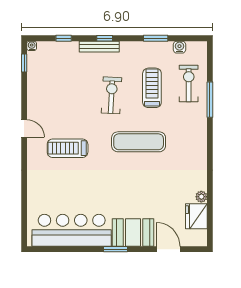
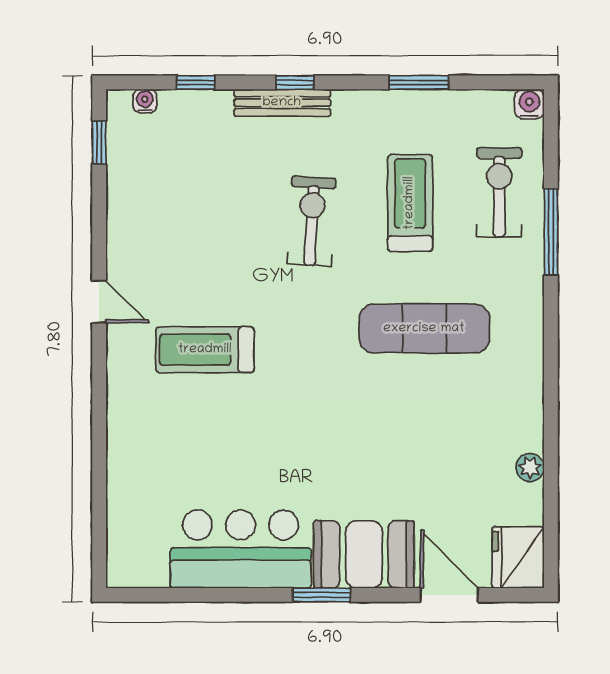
water cooler: (32, 46) -> (145, 101), moved
water cooler: (179, 47) -> (529, 104), moved
exercise mat: (139, 142) -> (424, 329), moved
fridge: (196, 216) -> (518, 557), moved
bar counter: (72, 230) -> (241, 549), width x0.73

